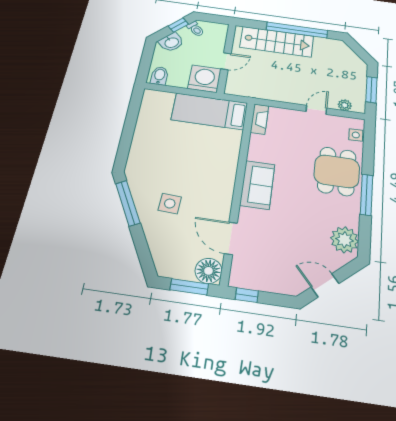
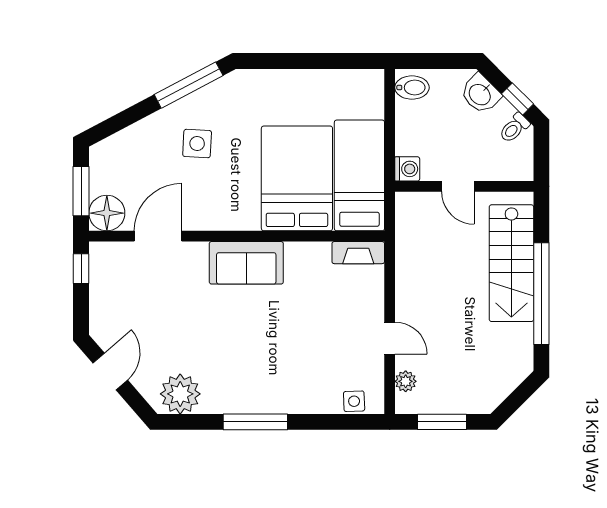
washing machine: (204, 79) -> (407, 169), width x0.53, depth x0.53
bed: (205, 147) -> (297, 178), added
dining table: (337, 171) -> (287, 376), removed

